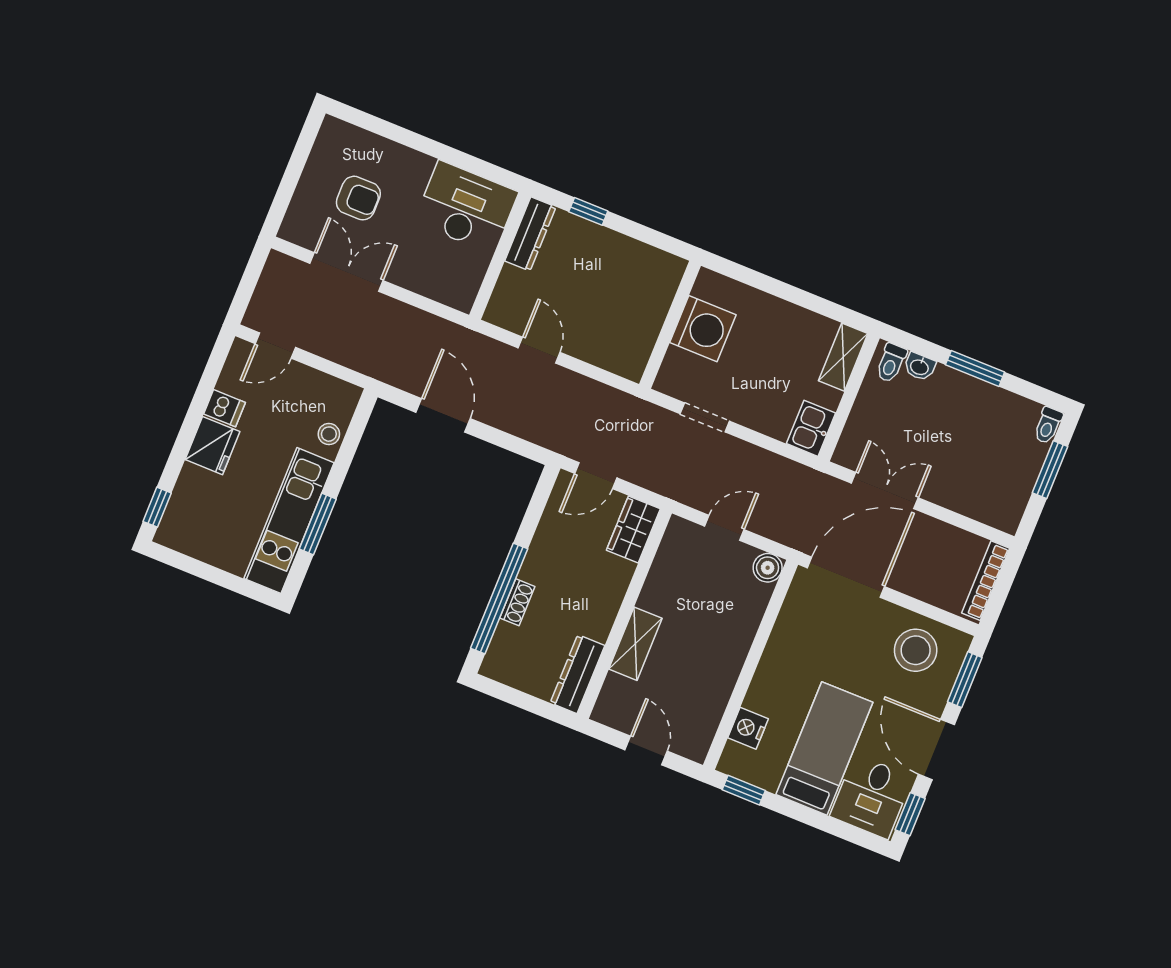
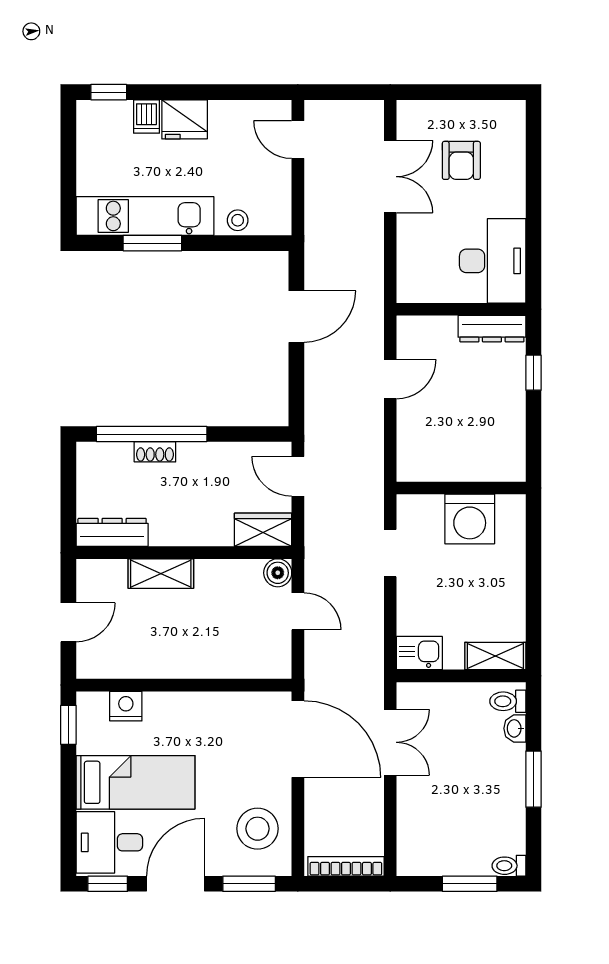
dishwasher: (224, 408) -> (146, 117), moved
boiler: (768, 568) -> (278, 573), moved

